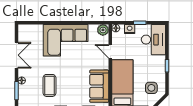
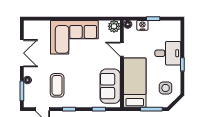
desk: (153, 40) -> (168, 53), moved, width x0.73

